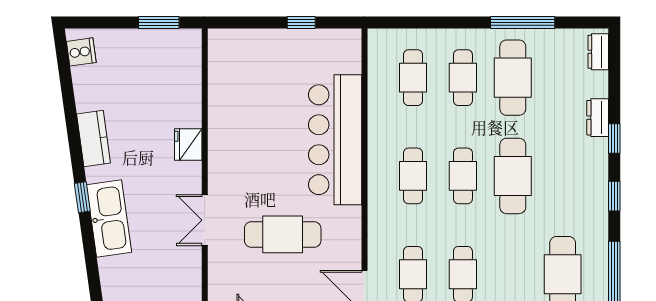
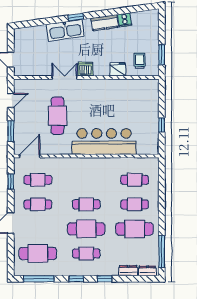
window: (523, 23) -> (162, 252), moved
cooker: (81, 52) -> (125, 20), moved
trolley: (171, 68) -> (140, 61), added
dresser: (598, 118) -> (128, 271), moved
fridge: (188, 145) -> (118, 69), moved
cafe table: (413, 176) -> (86, 253), moved
dishwasher: (188, 177) -> (85, 69), added

